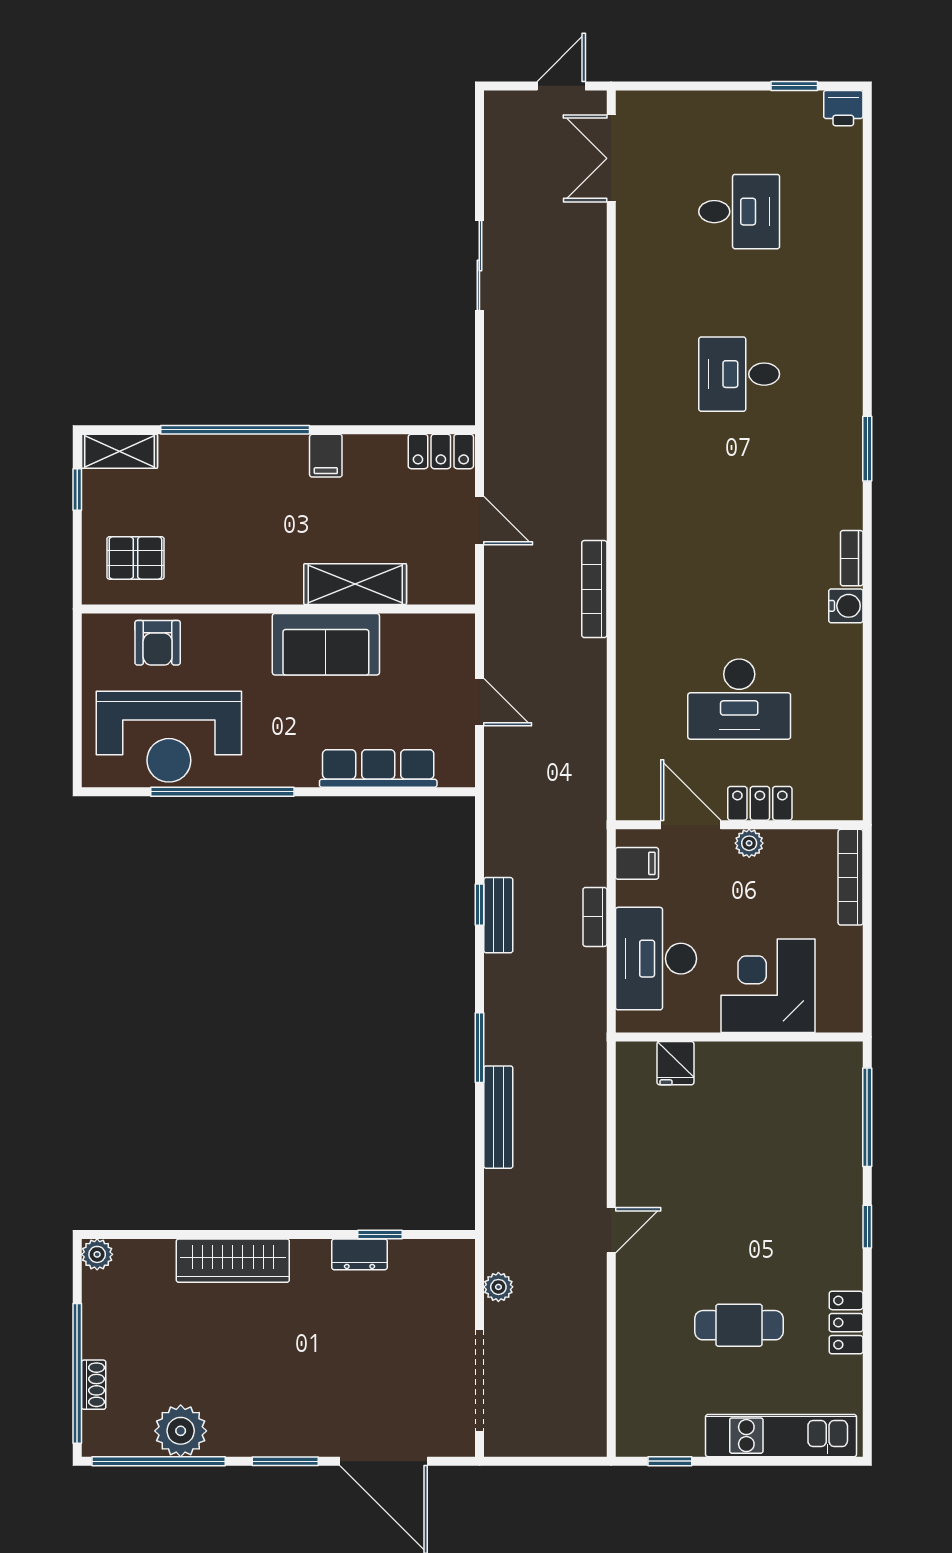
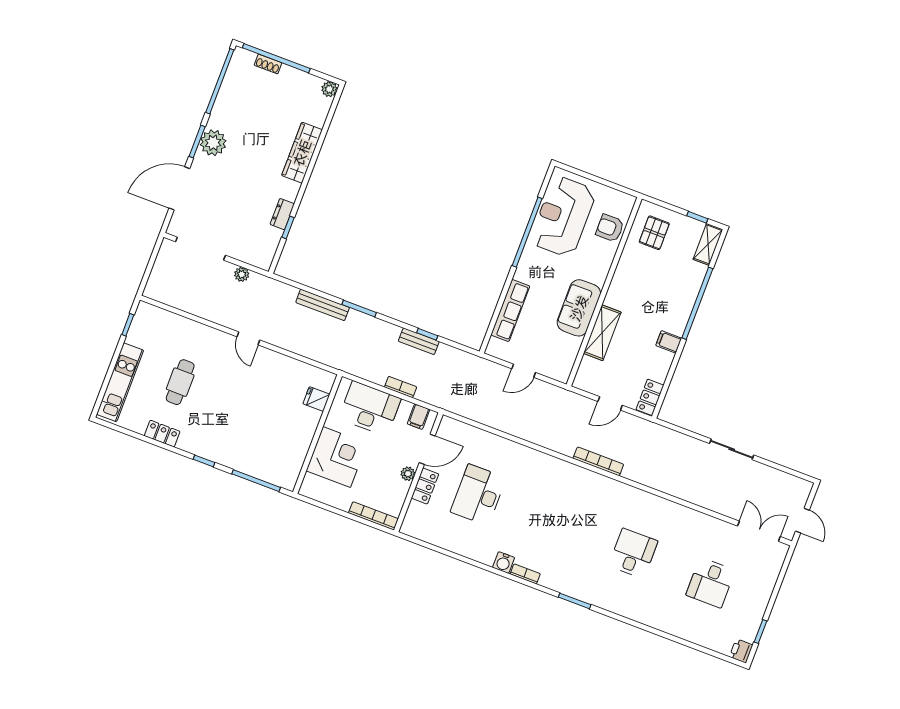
bookcase: (594, 589) -> (598, 461), moved
plant: (181, 1431) -> (213, 143), moved

